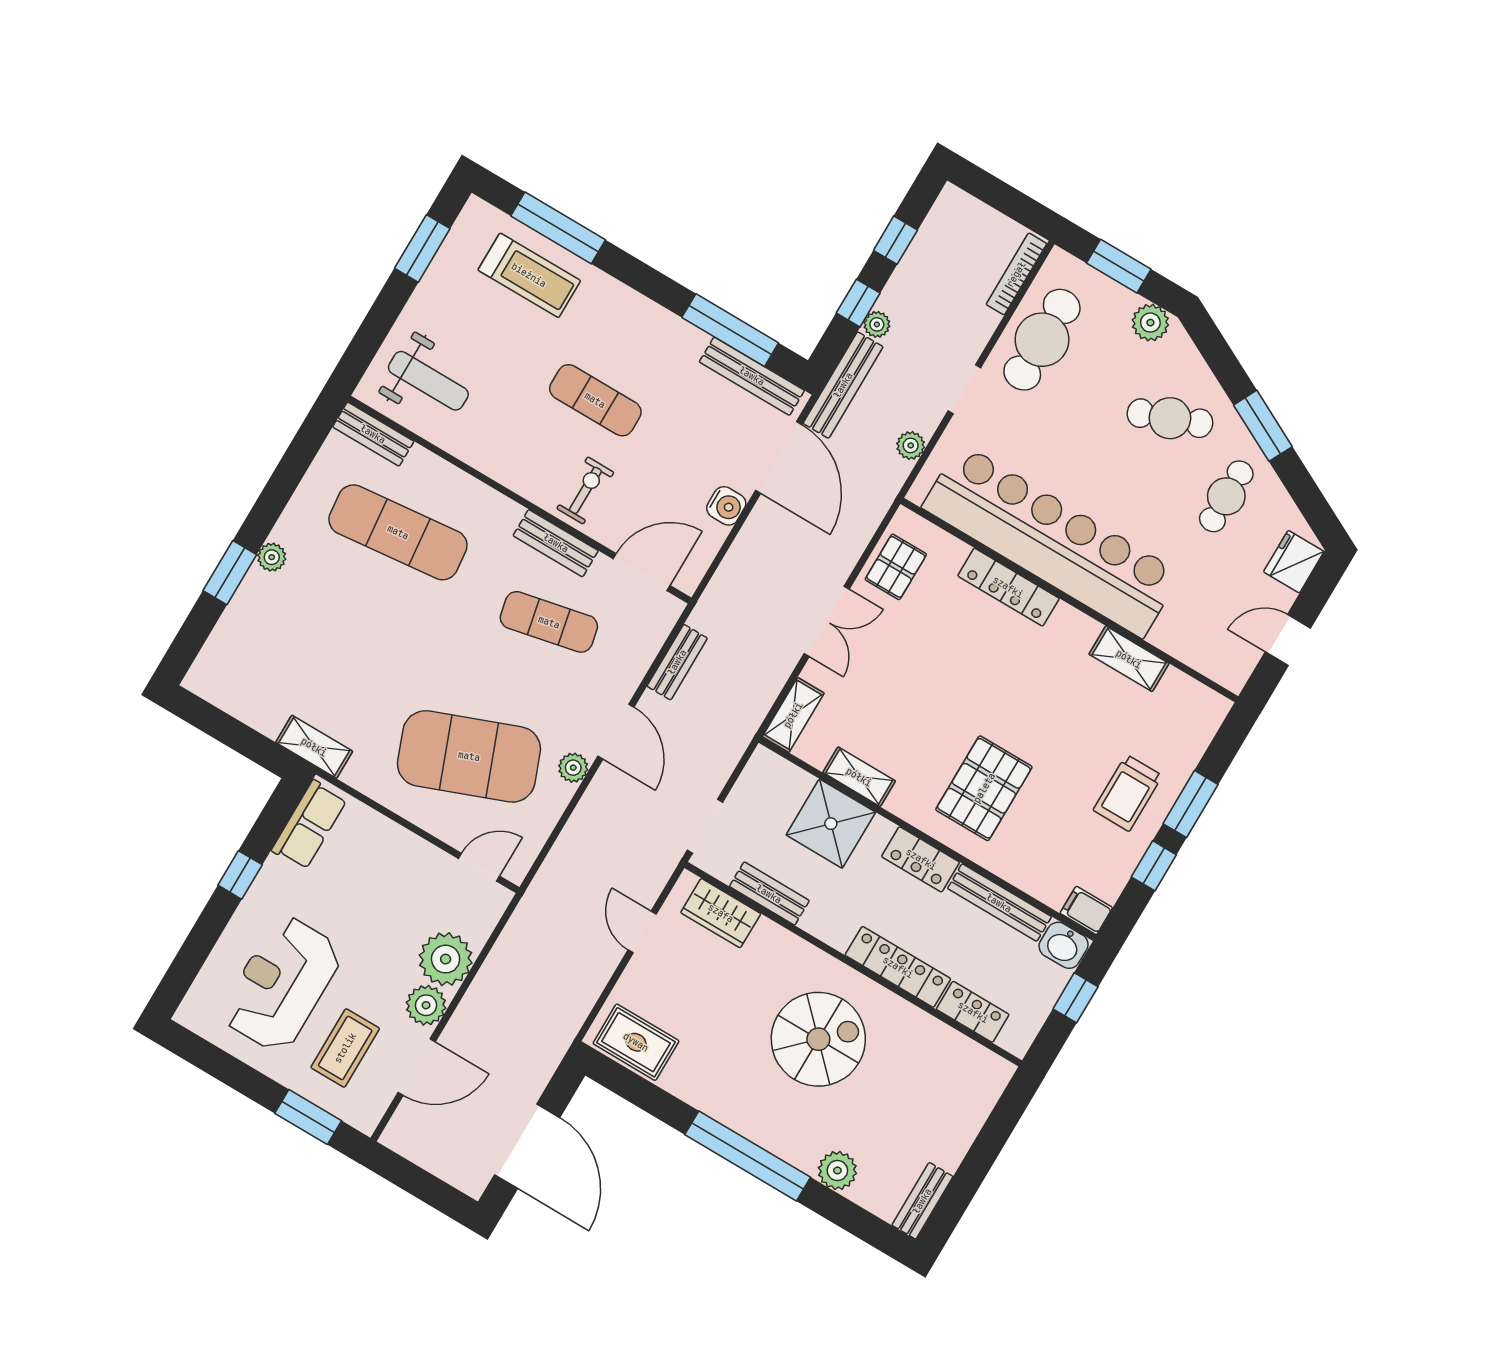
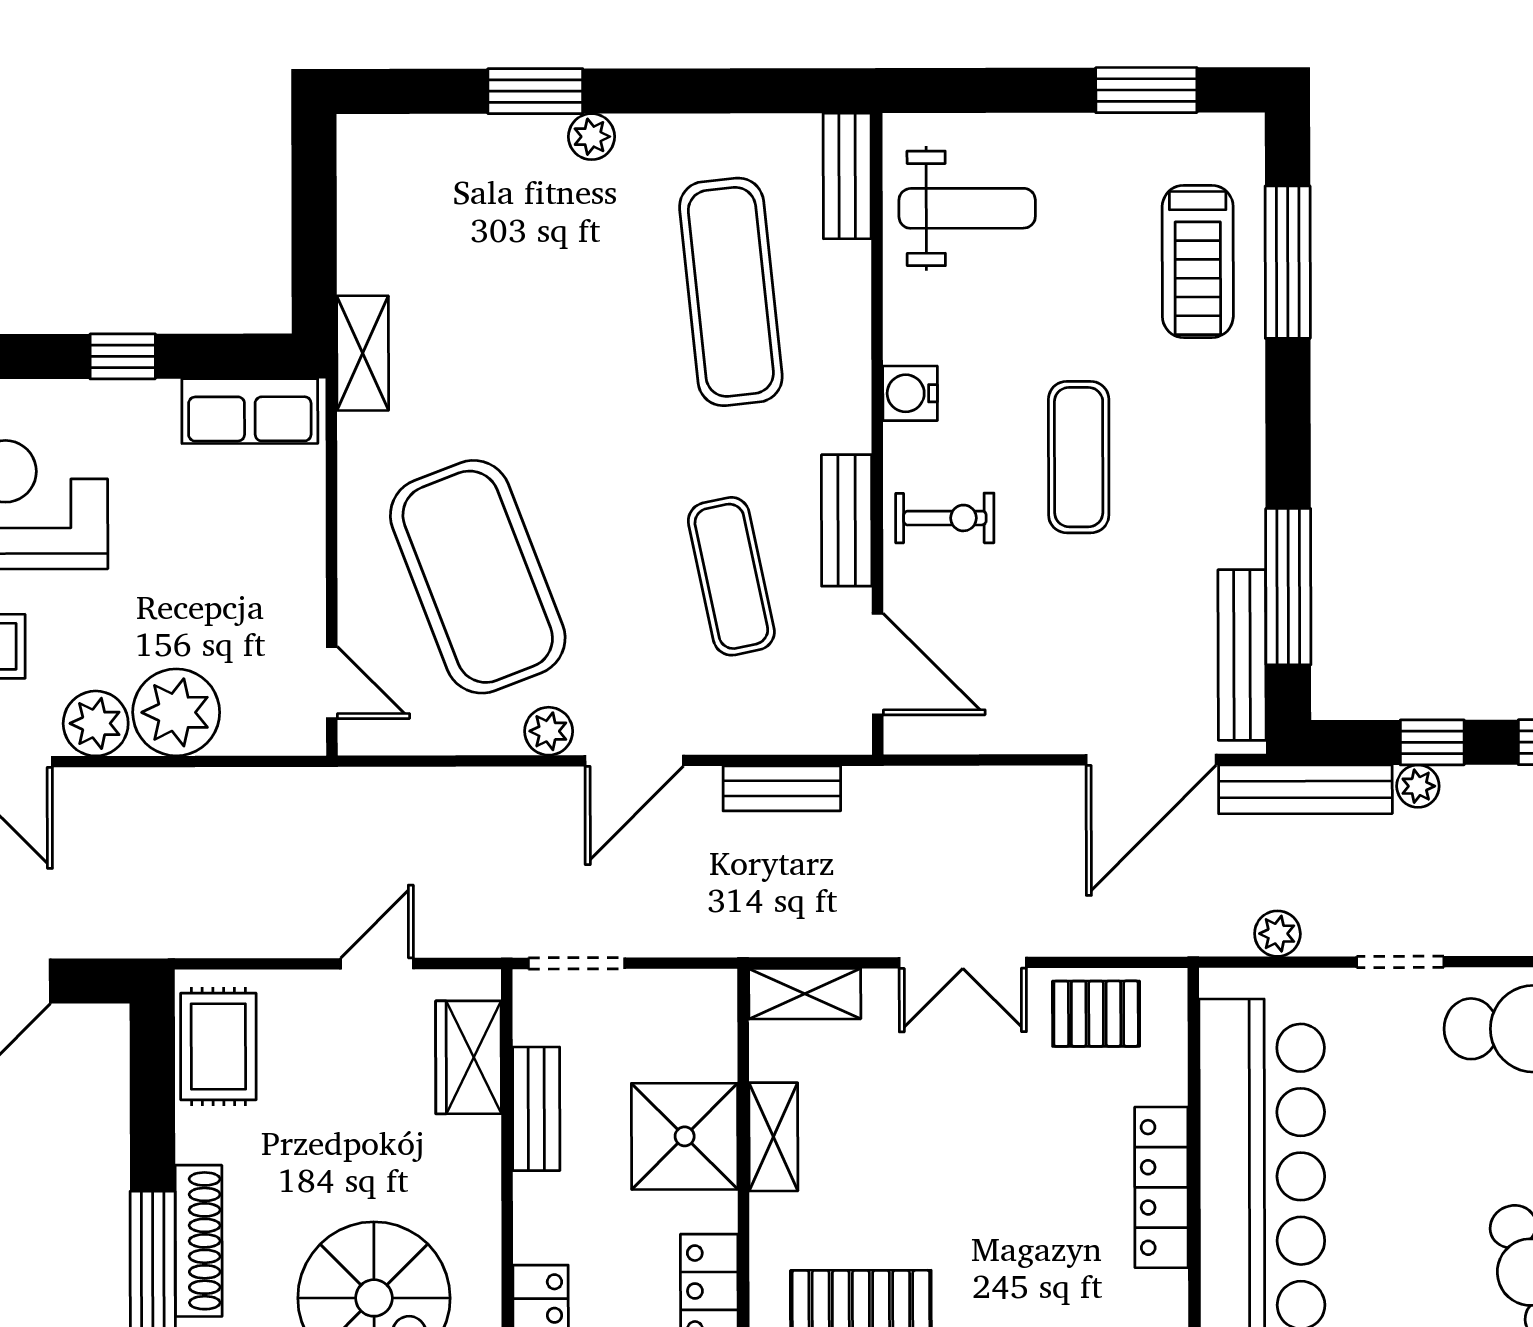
weight bench: (428, 381) -> (967, 208), turned -90
water cooler: (726, 506) -> (910, 393), moved, turned 90
shoe rack: (733, 1114) -> (199, 1241), added

